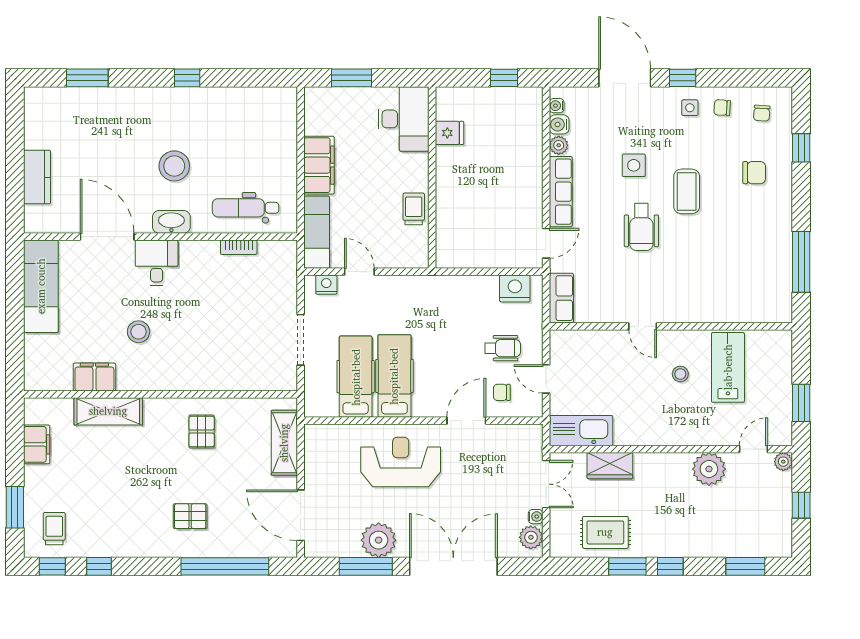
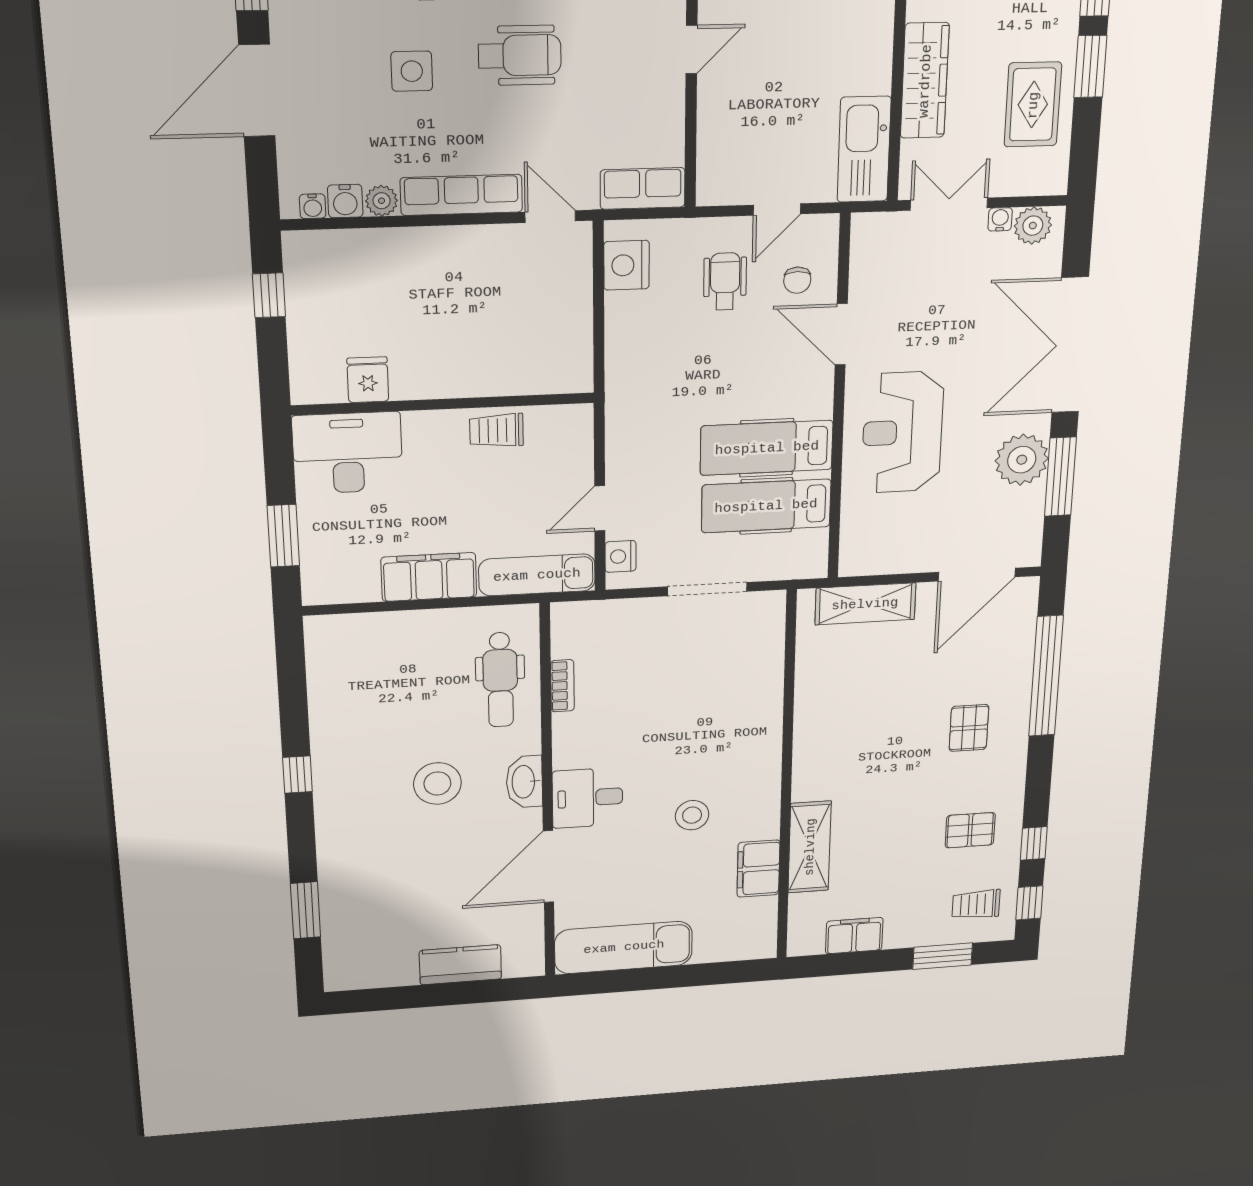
pallet: (202, 431) -> (970, 830), moved
wardrobe: (610, 466) -> (925, 81), width x1.50

